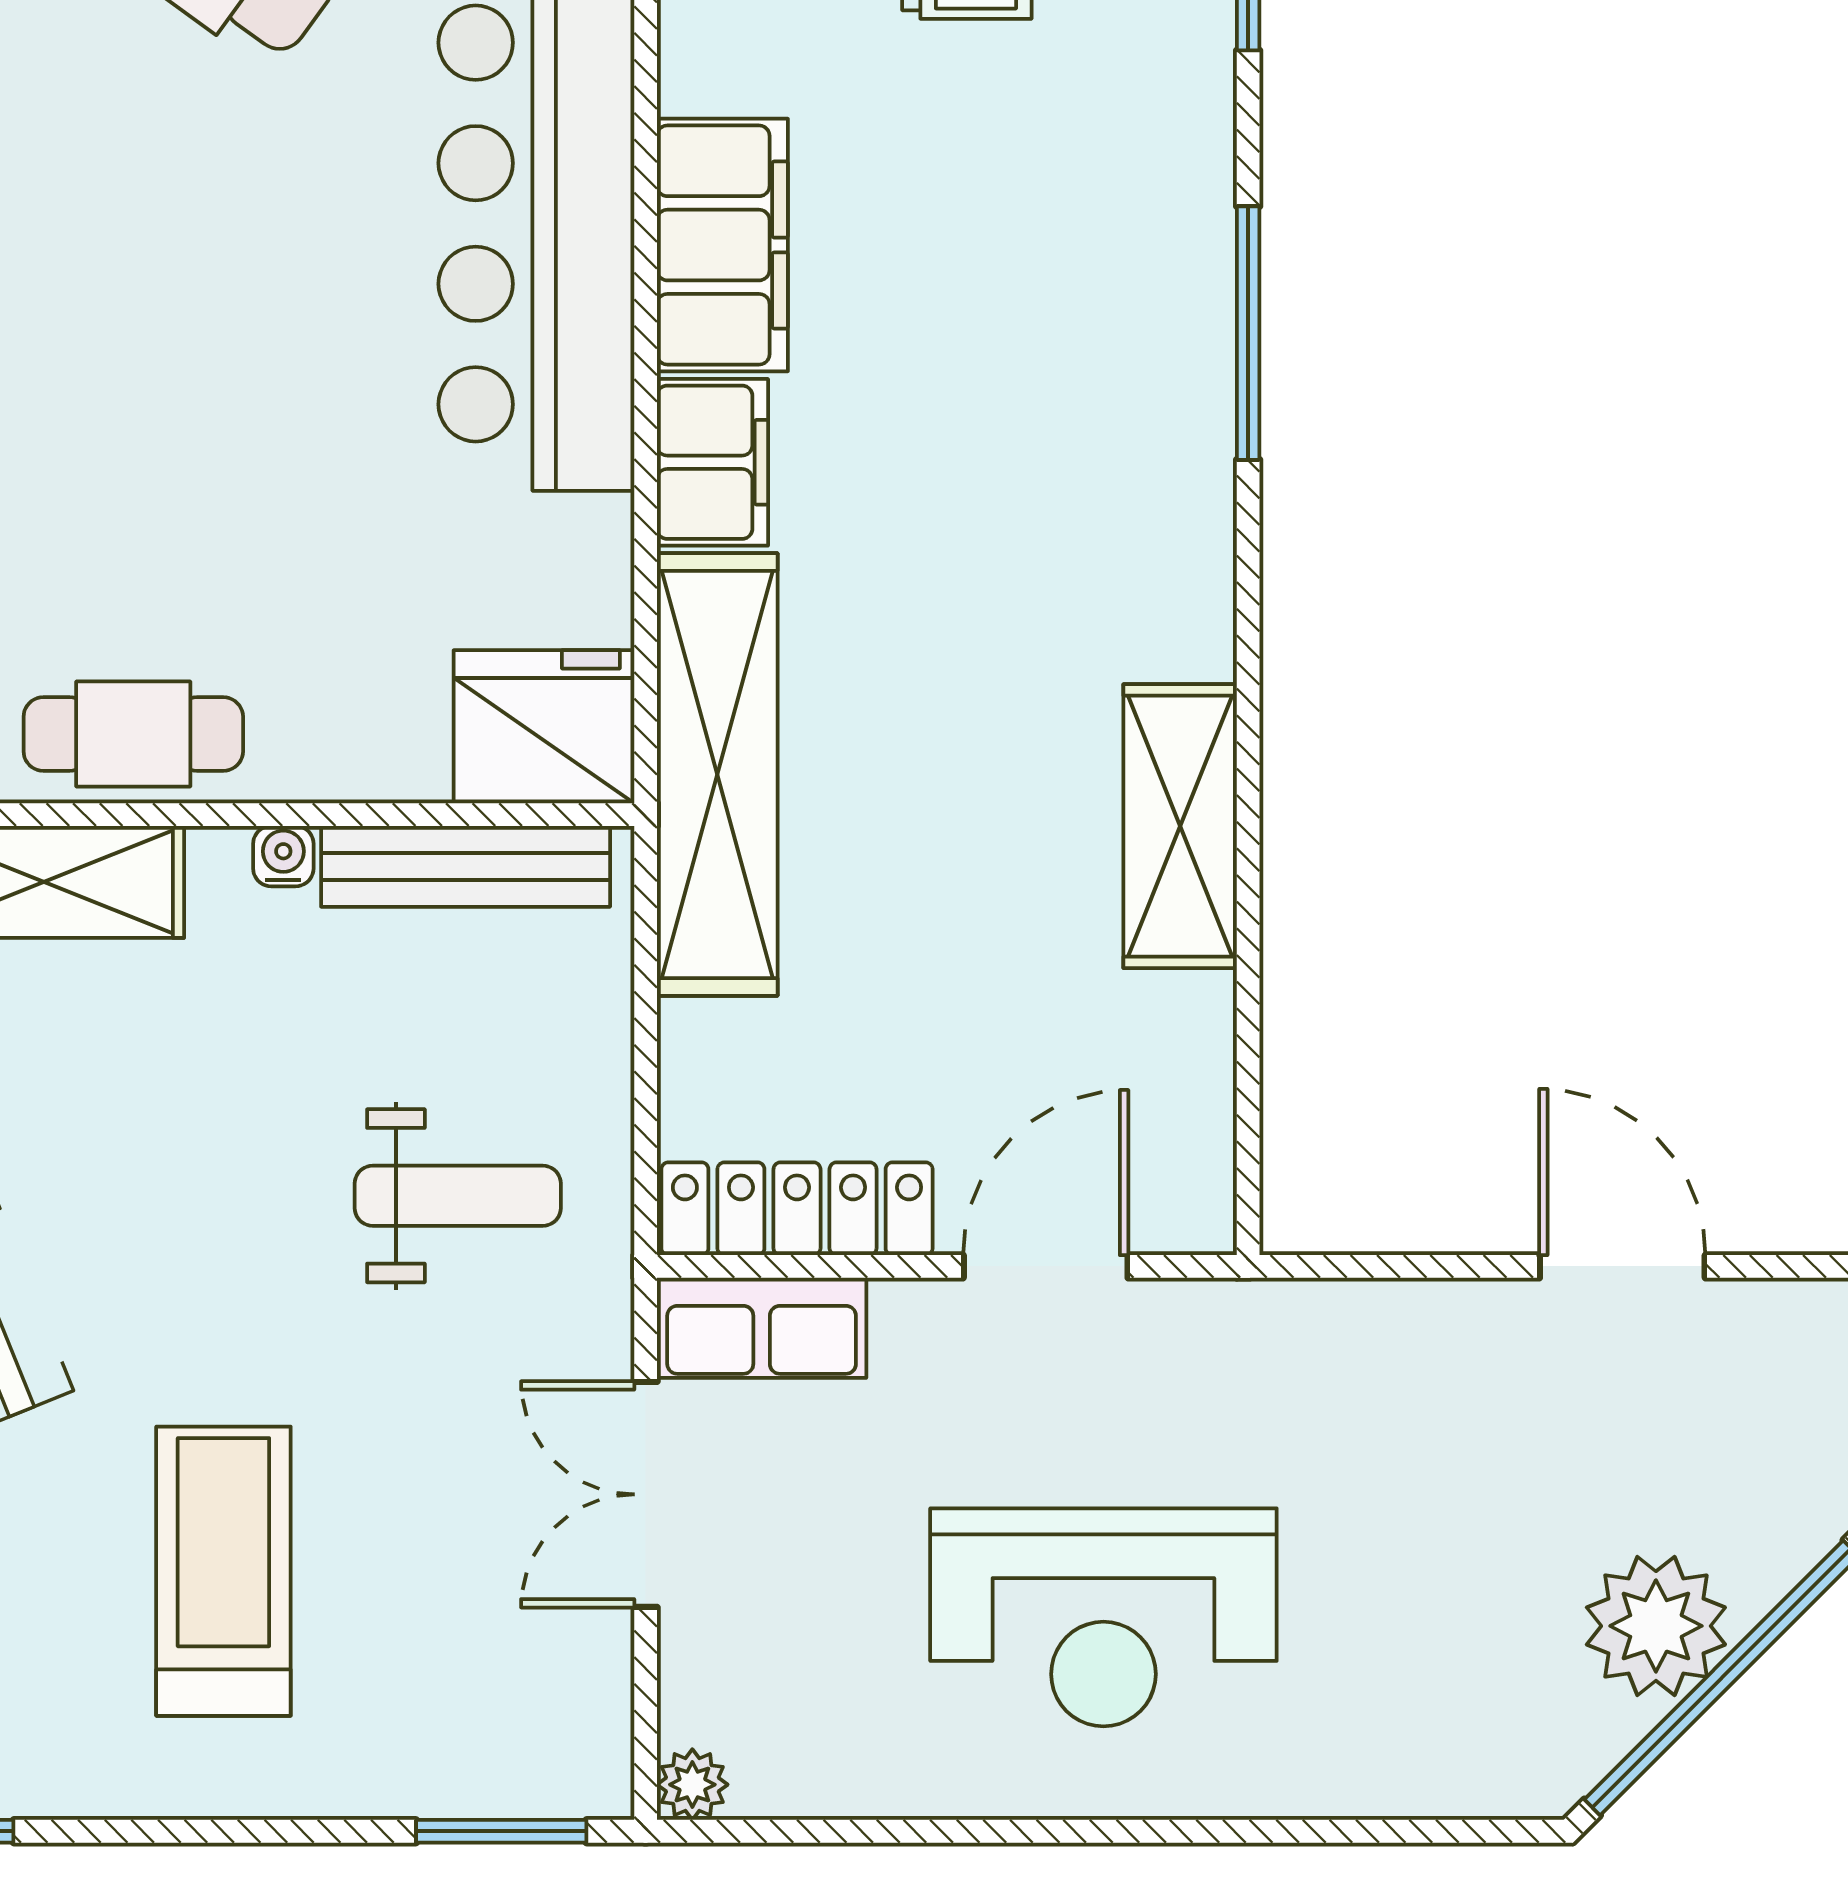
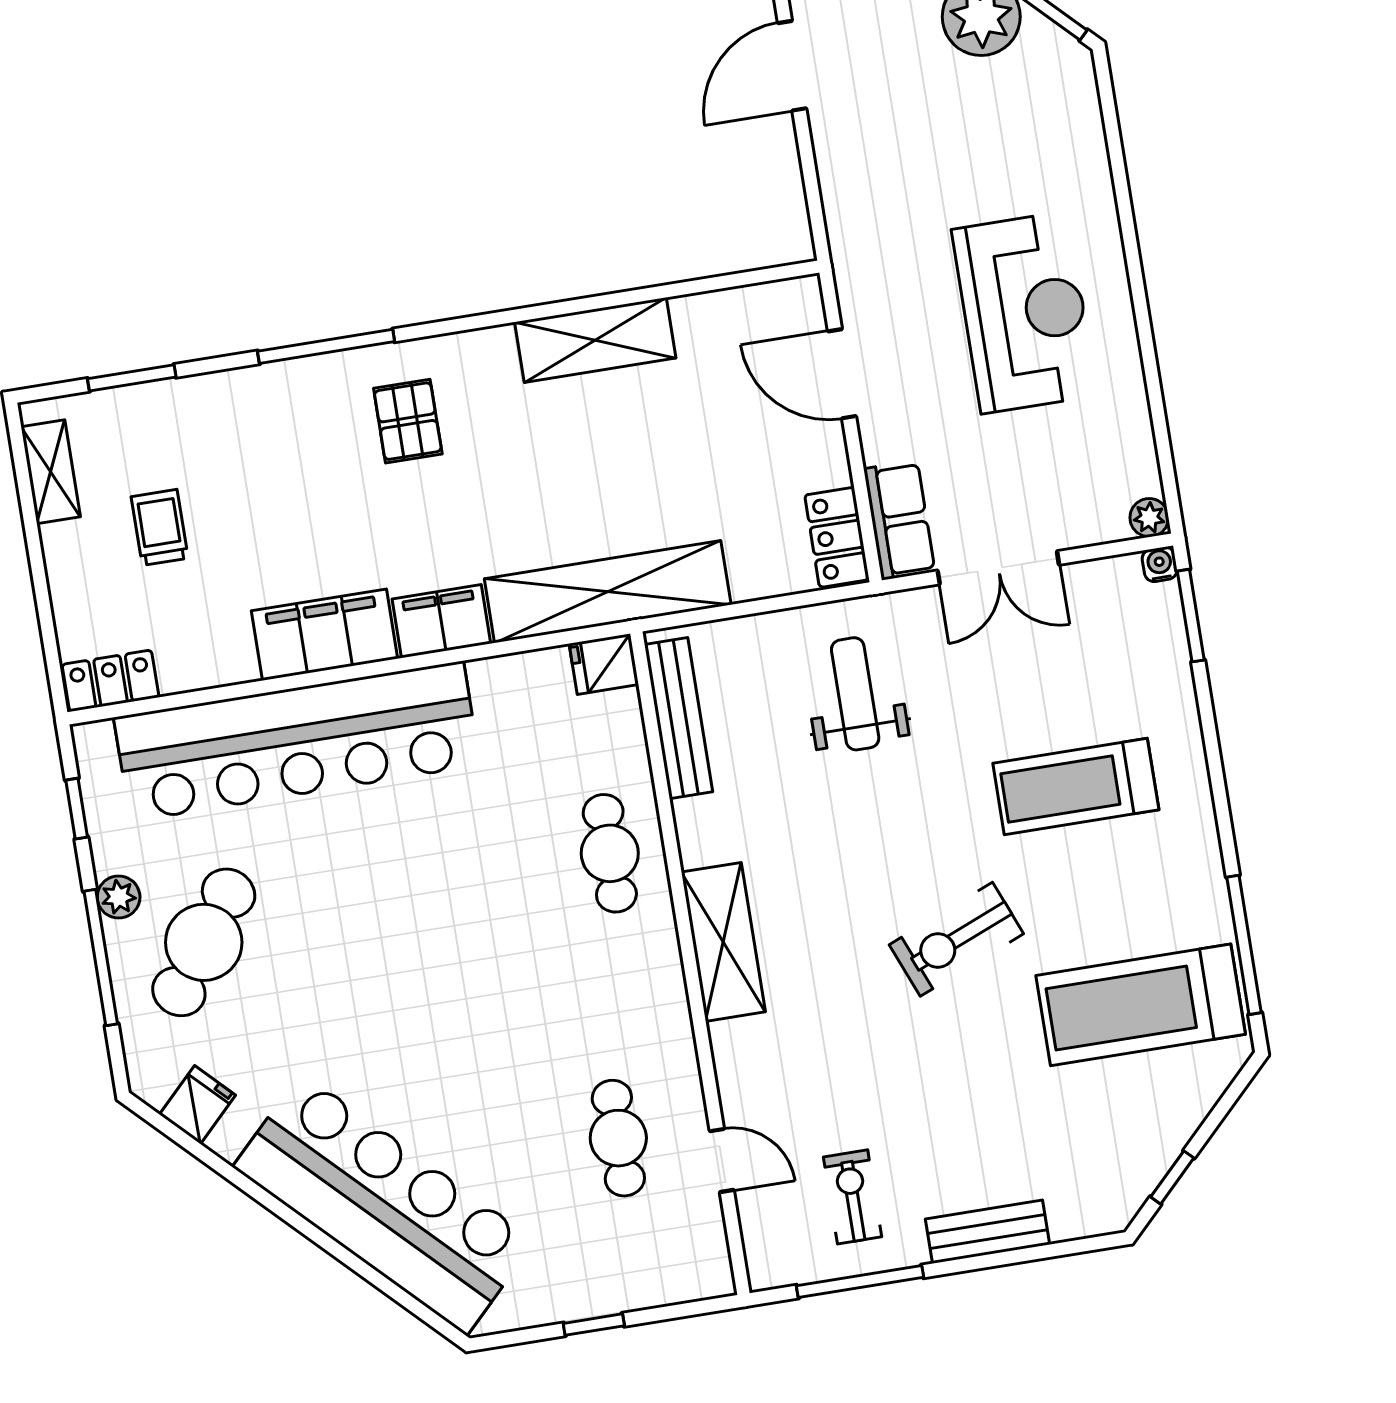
pallet: (1088, 460) -> (408, 421), added
fridge: (544, 727) -> (604, 664), width x0.53, depth x0.75
cafe table: (133, 734) -> (610, 853), moved
water cooler: (283, 856) -> (1160, 564), moved, turned 90
locker: (797, 1209) -> (837, 537), width x0.66

